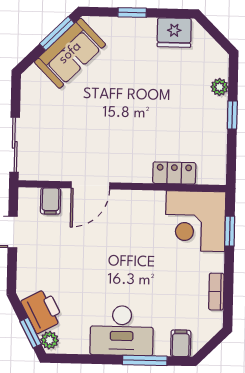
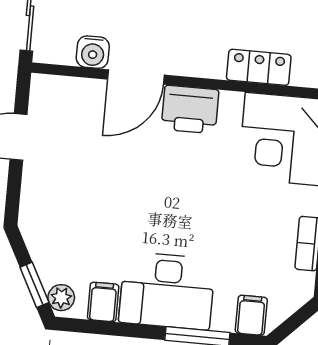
water cooler: (60, 170) -> (93, 52), added
filing cabinet: (51, 201) -> (103, 302), moved, turned 180
printer: (42, 311) -> (190, 110), moved, turned 118

